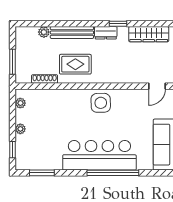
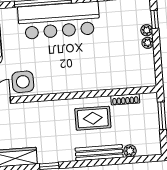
dresser: (106, 33) -> (62, 155), removed
plant: (20, 103) -> (147, 30), moved
side table: (101, 103) -> (23, 82), moved

